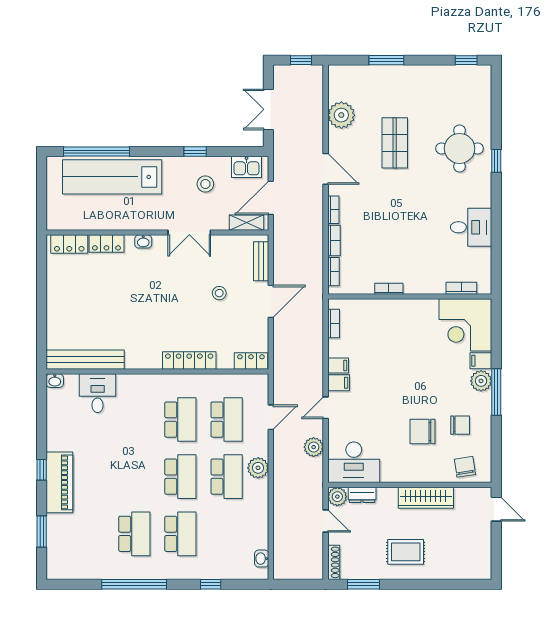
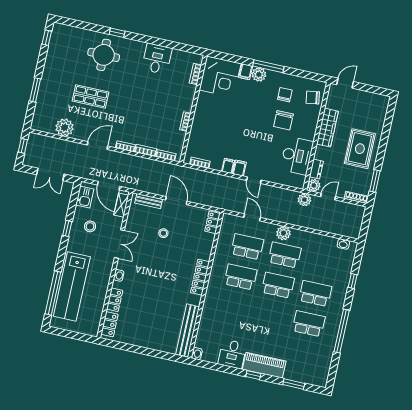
locker: (189, 361) -> (200, 277), moved
desk: (98, 393) -> (232, 354), moved, turned -90
plant: (314, 447) -> (304, 200), moved
desk: (354, 462) -> (297, 156), moved
rug: (406, 552) -> (360, 149), width x1.36, depth x1.43

